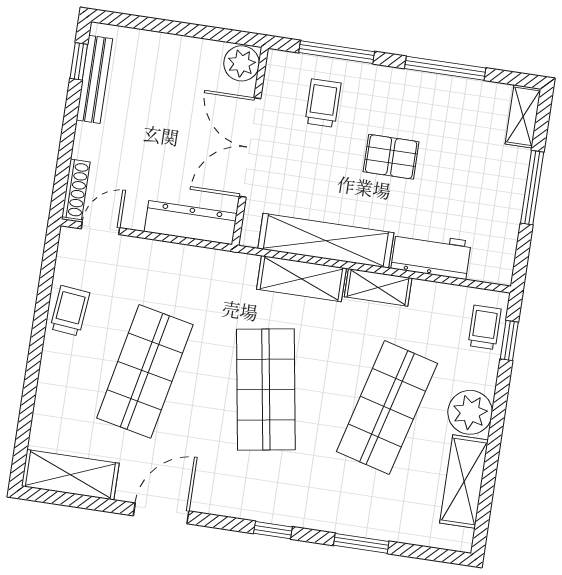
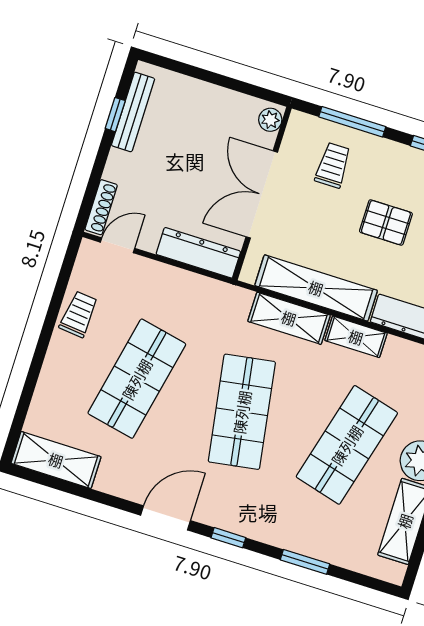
window: (79, 61) -> (115, 115), moved
plant: (242, 63) -> (270, 120), width x0.73, depth x0.73
door: (161, 513) -> (165, 518), moved

